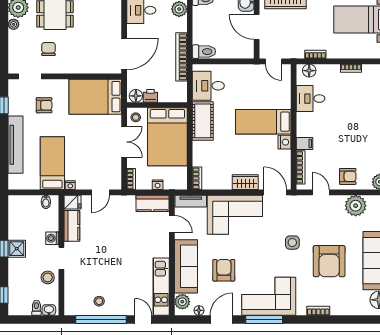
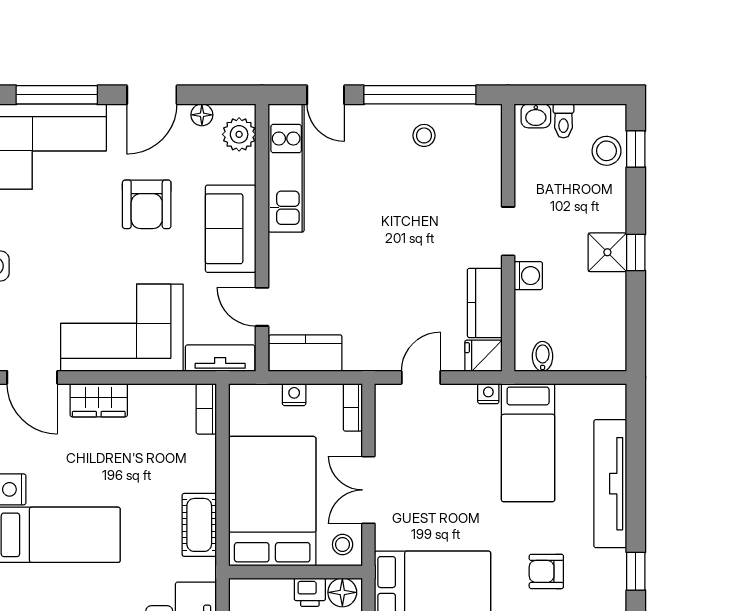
cot: (203, 121) -> (199, 525), width x0.73, depth x0.75
sofa: (186, 266) -> (231, 229), width x0.73
stool: (48, 277) -> (607, 151), moved

